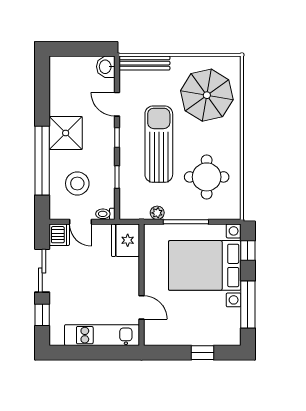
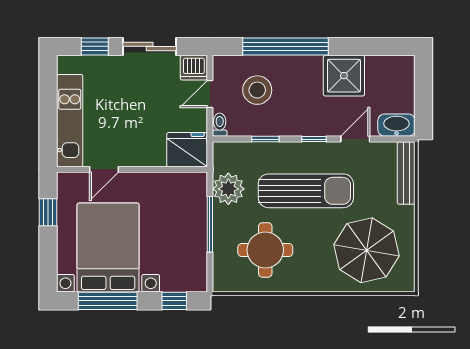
washbasin: (106, 67) -> (396, 125), width x1.38
shower: (66, 133) -> (344, 76), moved
plant: (157, 213) -> (228, 189), width x1.88, depth x1.88
bed with nightstands: (205, 265) -> (108, 248), moved
window: (203, 353) -> (48, 212), moved

